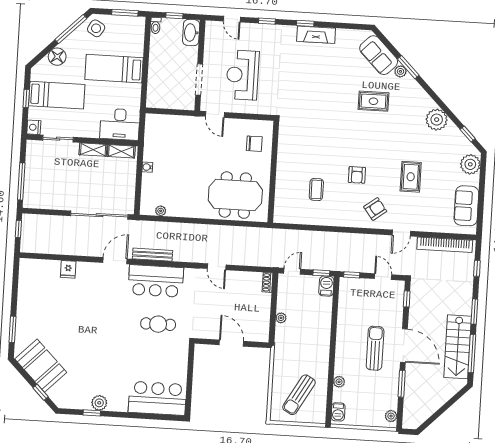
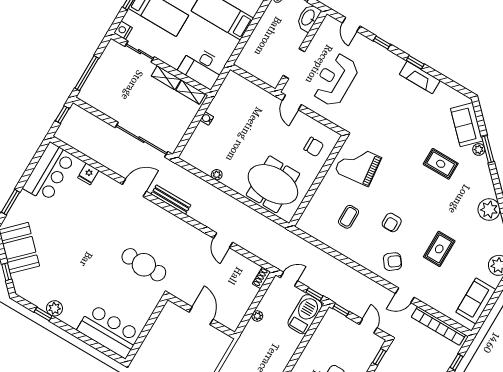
grand piano: (301, 139) -> (358, 165), added
plant: (161, 211) -> (217, 175), moved
bar counter: (156, 281) -> (49, 172), moved, turned -90
barbecue: (326, 286) -> (305, 314), width x1.88, depth x1.53
cafe table: (158, 324) -> (144, 265), width x1.37, depth x1.35

